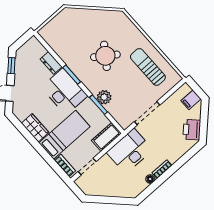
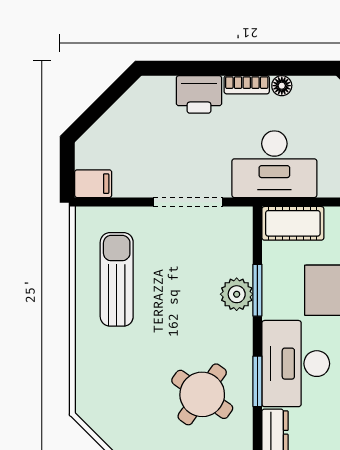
round table: (105, 56) -> (202, 394), moved
sun lounger: (148, 67) -> (117, 279), turned 180
filing cabinet: (191, 100) -> (93, 184), moved
printer: (192, 130) -> (199, 94), moved, turned 45

